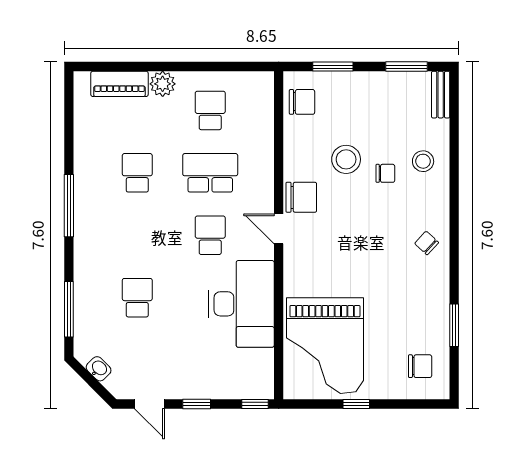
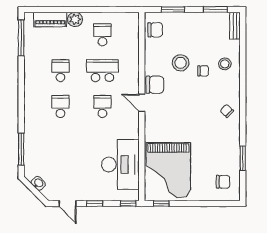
window: (69, 206) -> (21, 38), moved
school desk: (137, 298) -> (60, 107), moved
desk: (242, 304) -> (120, 164), moved
window: (356, 404) -> (161, 204), moved

